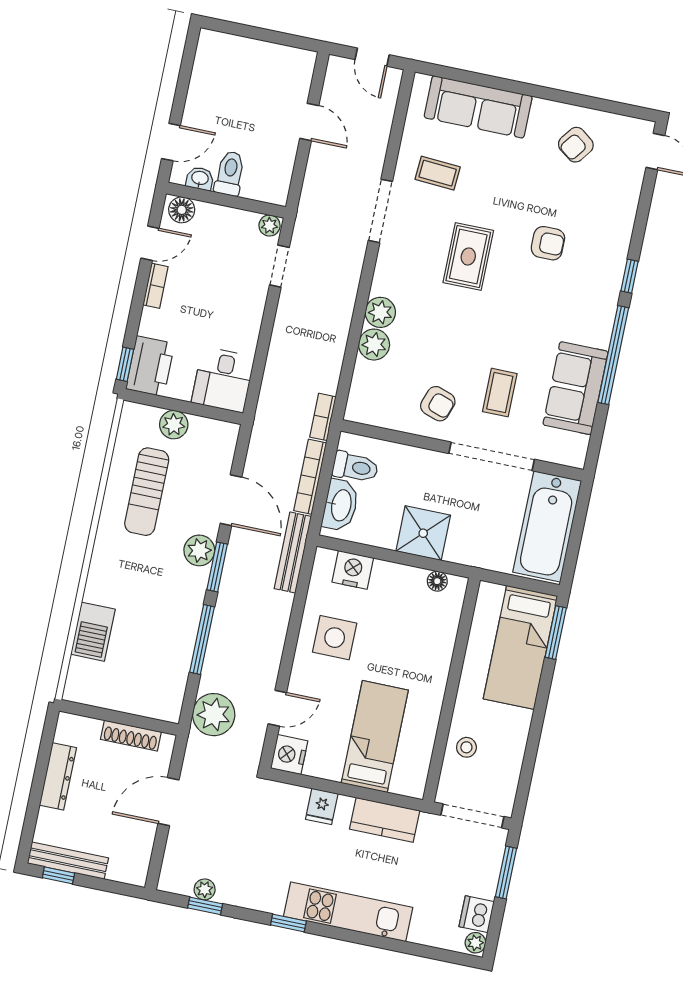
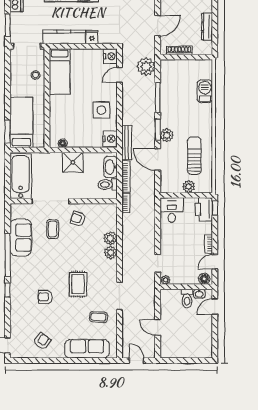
nightstand: (353, 570) -> (110, 139), moved, turned -90
bed: (375, 737) -> (60, 71), moved
kitchen counter: (385, 820) -> (64, 37), width x1.50

